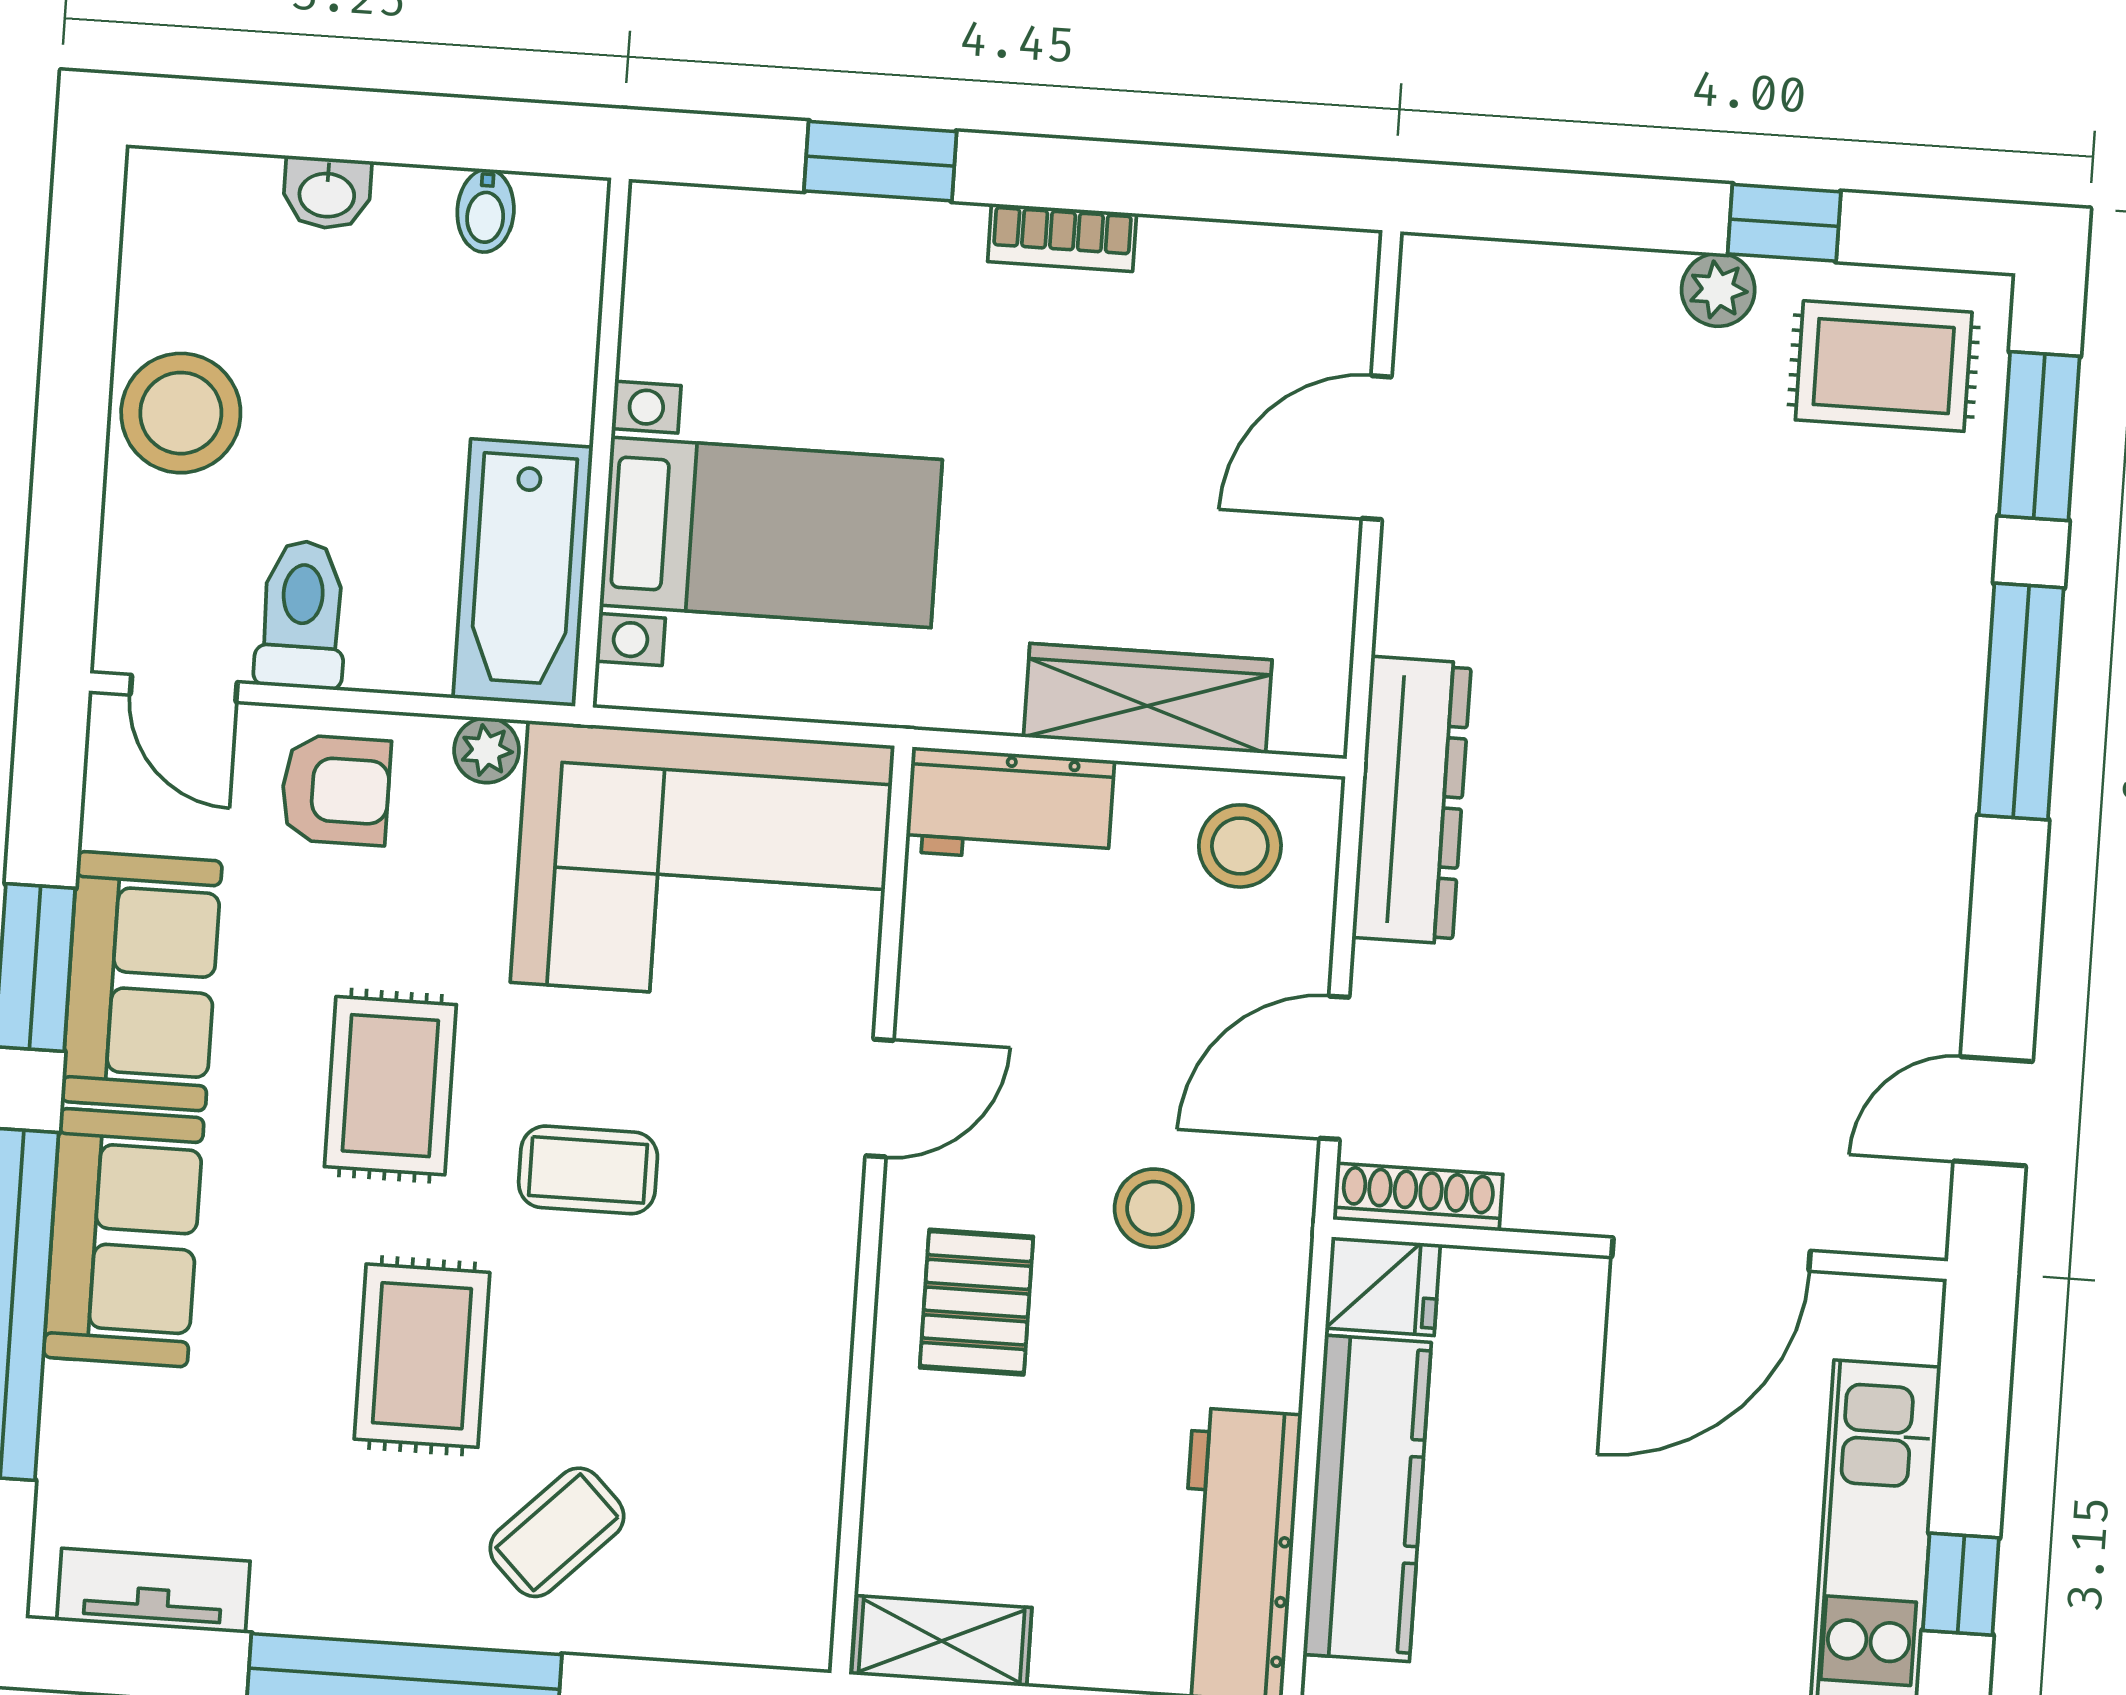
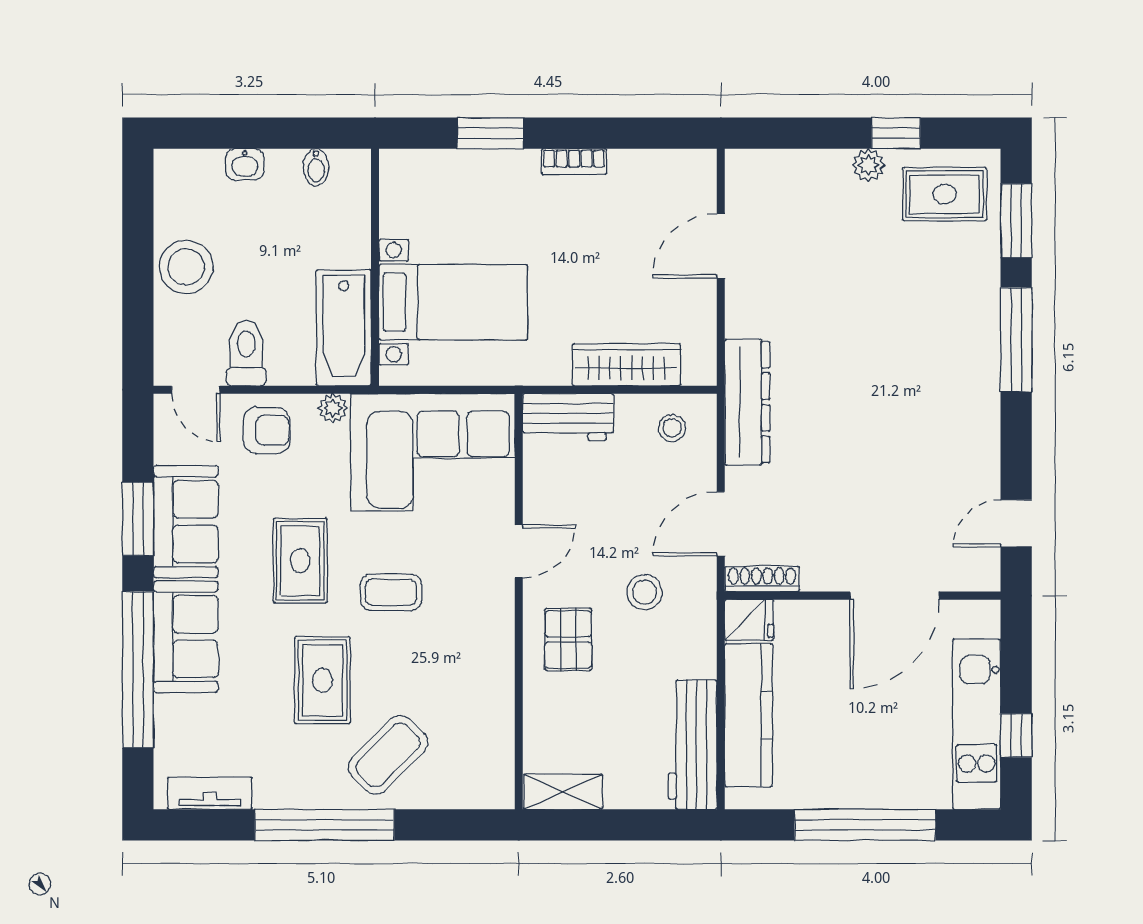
stool: (1240, 846) -> (672, 428), width x0.73, depth x0.73
coffee table: (557, 1532) -> (388, 755), width x1.36, depth x1.30

